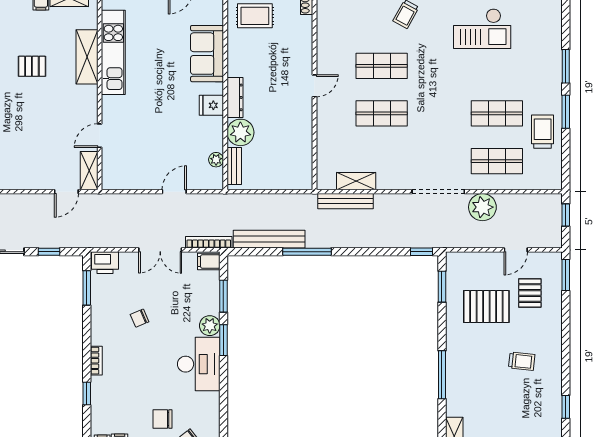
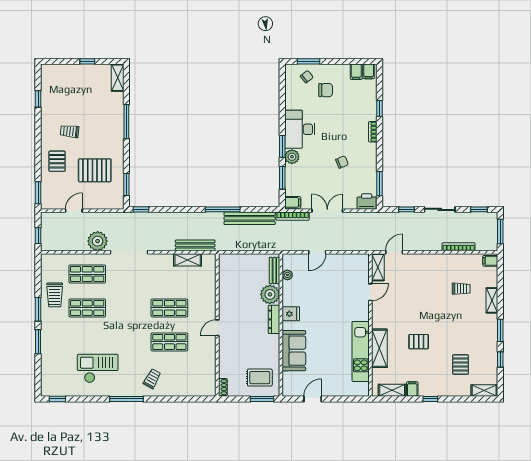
pallet: (530, 293) -> (57, 161), moved

